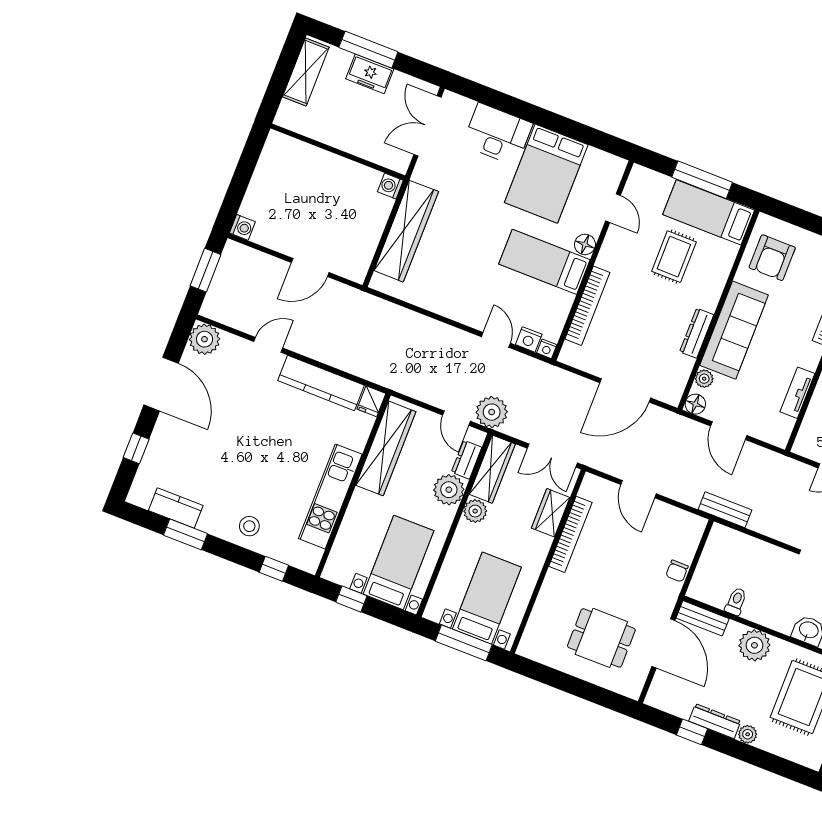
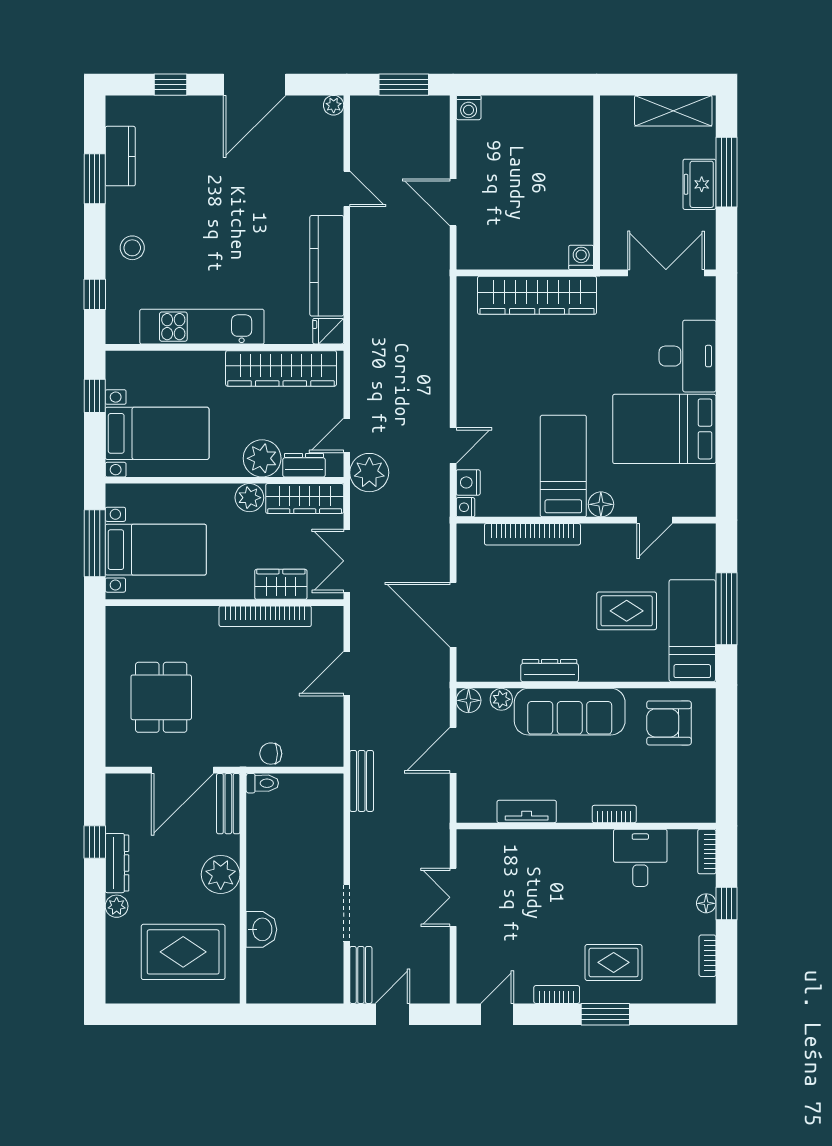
plant: (204, 339) -> (334, 105), width x0.53, depth x0.53
toilet: (736, 601) -> (262, 783), moved

